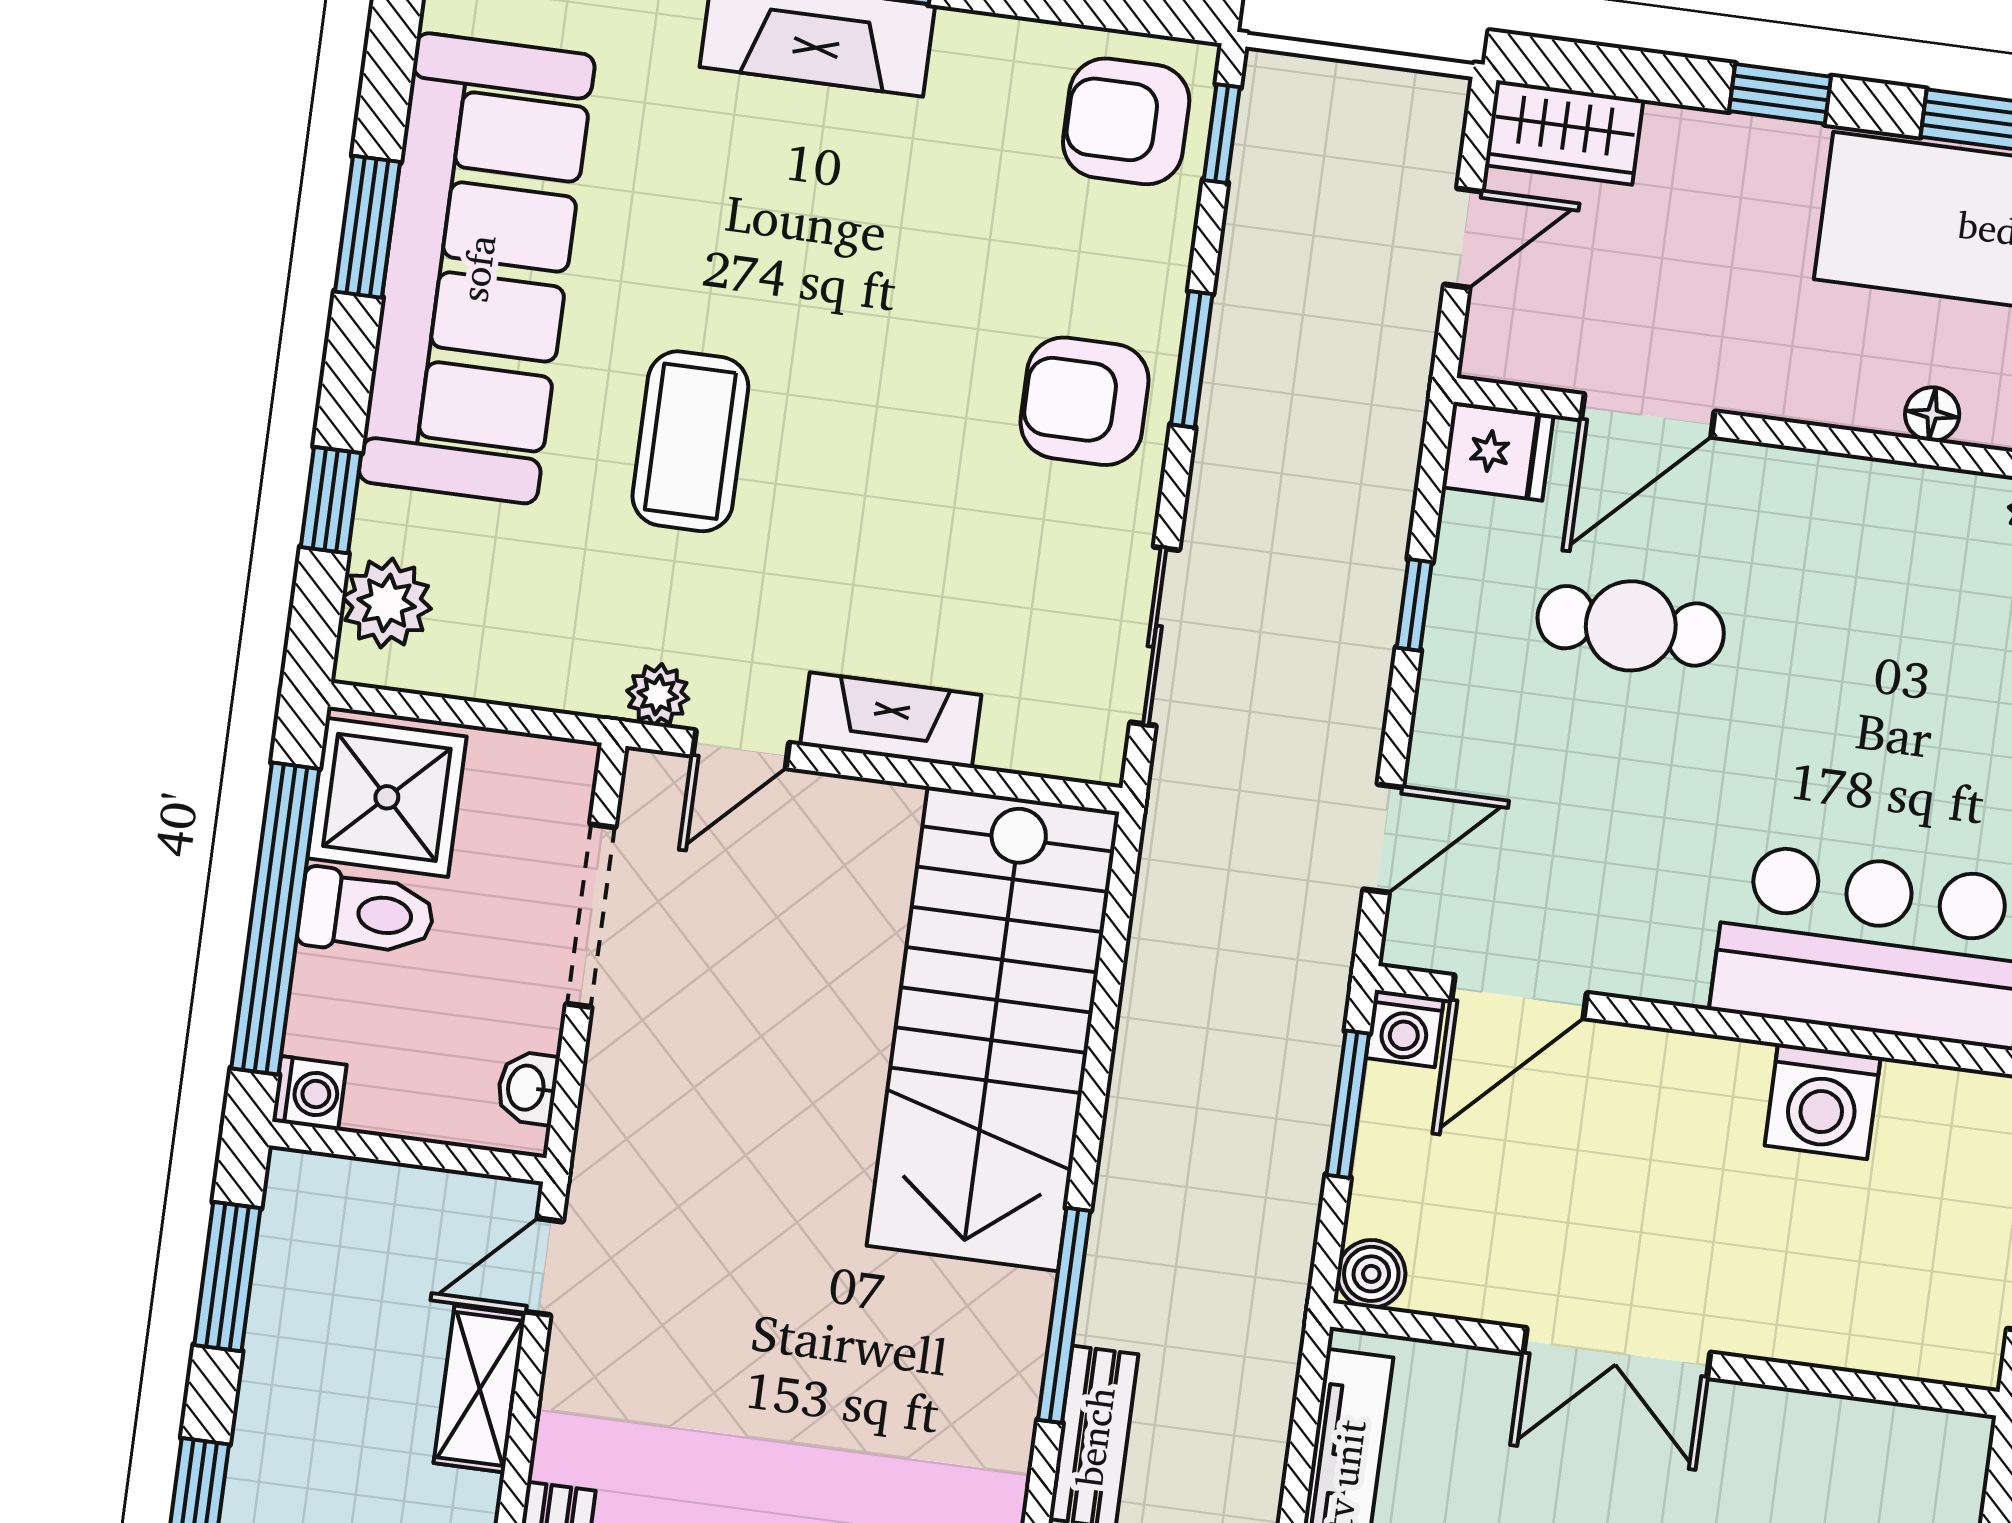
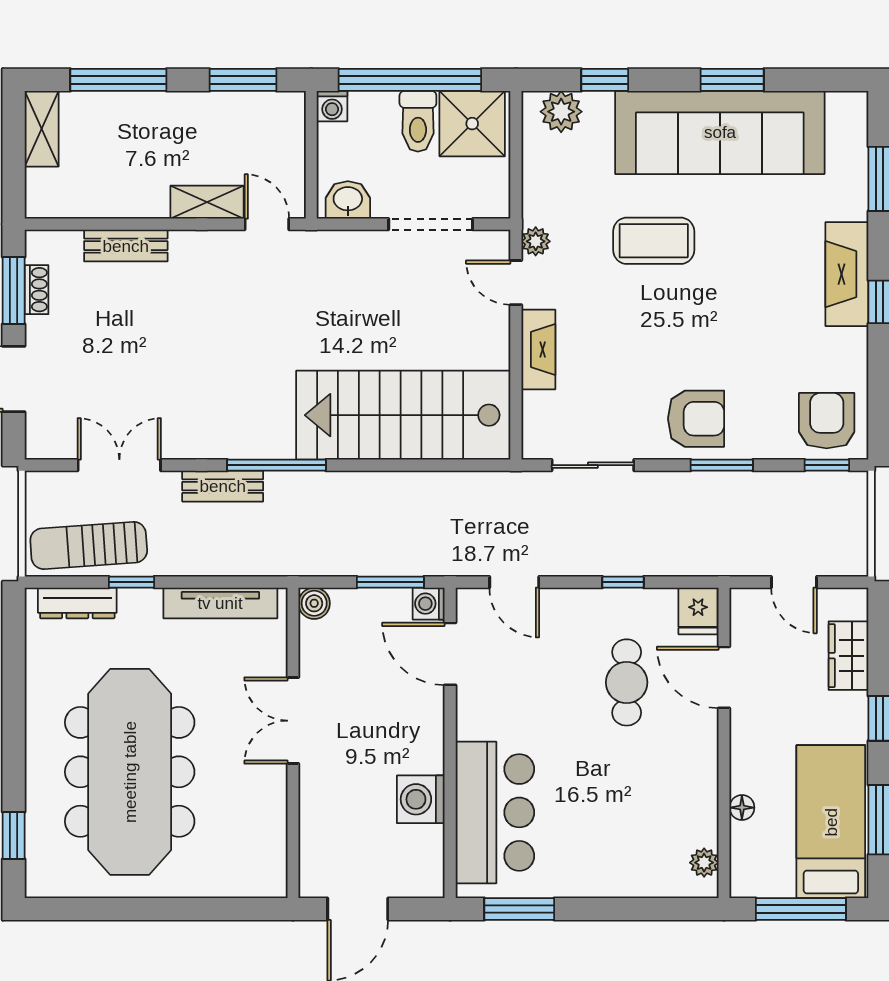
wardrobe: (1564, 132) -> (848, 656), moved
armchair: (1085, 401) -> (696, 419), turned 90
washbasin: (527, 1088) -> (348, 200), width x1.38, depth x1.45

